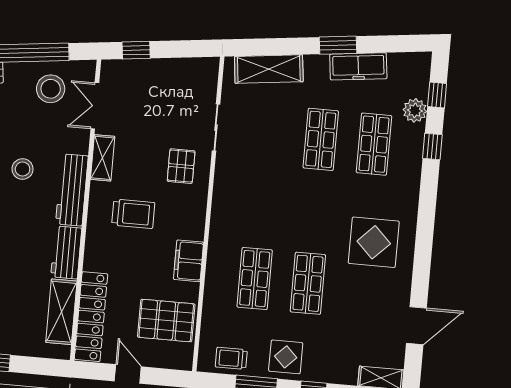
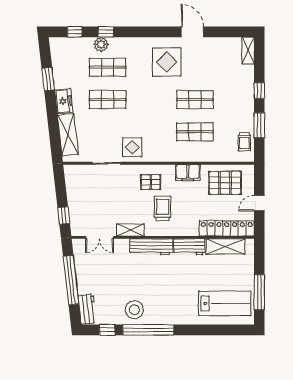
window: (338, 45) -> (48, 79), moved
freezer: (358, 66) -> (64, 101), moved, width x0.71
stool: (51, 89) -> (92, 265), removed
plant: (415, 110) -> (101, 44), moved
pallet: (181, 166) -> (151, 182), moved
stool: (23, 169) -> (141, 278), removed
pallet: (166, 321) -> (225, 183), turned 90
door: (416, 326) -> (192, 32), moved
display table: (286, 357) -> (132, 147), moved

